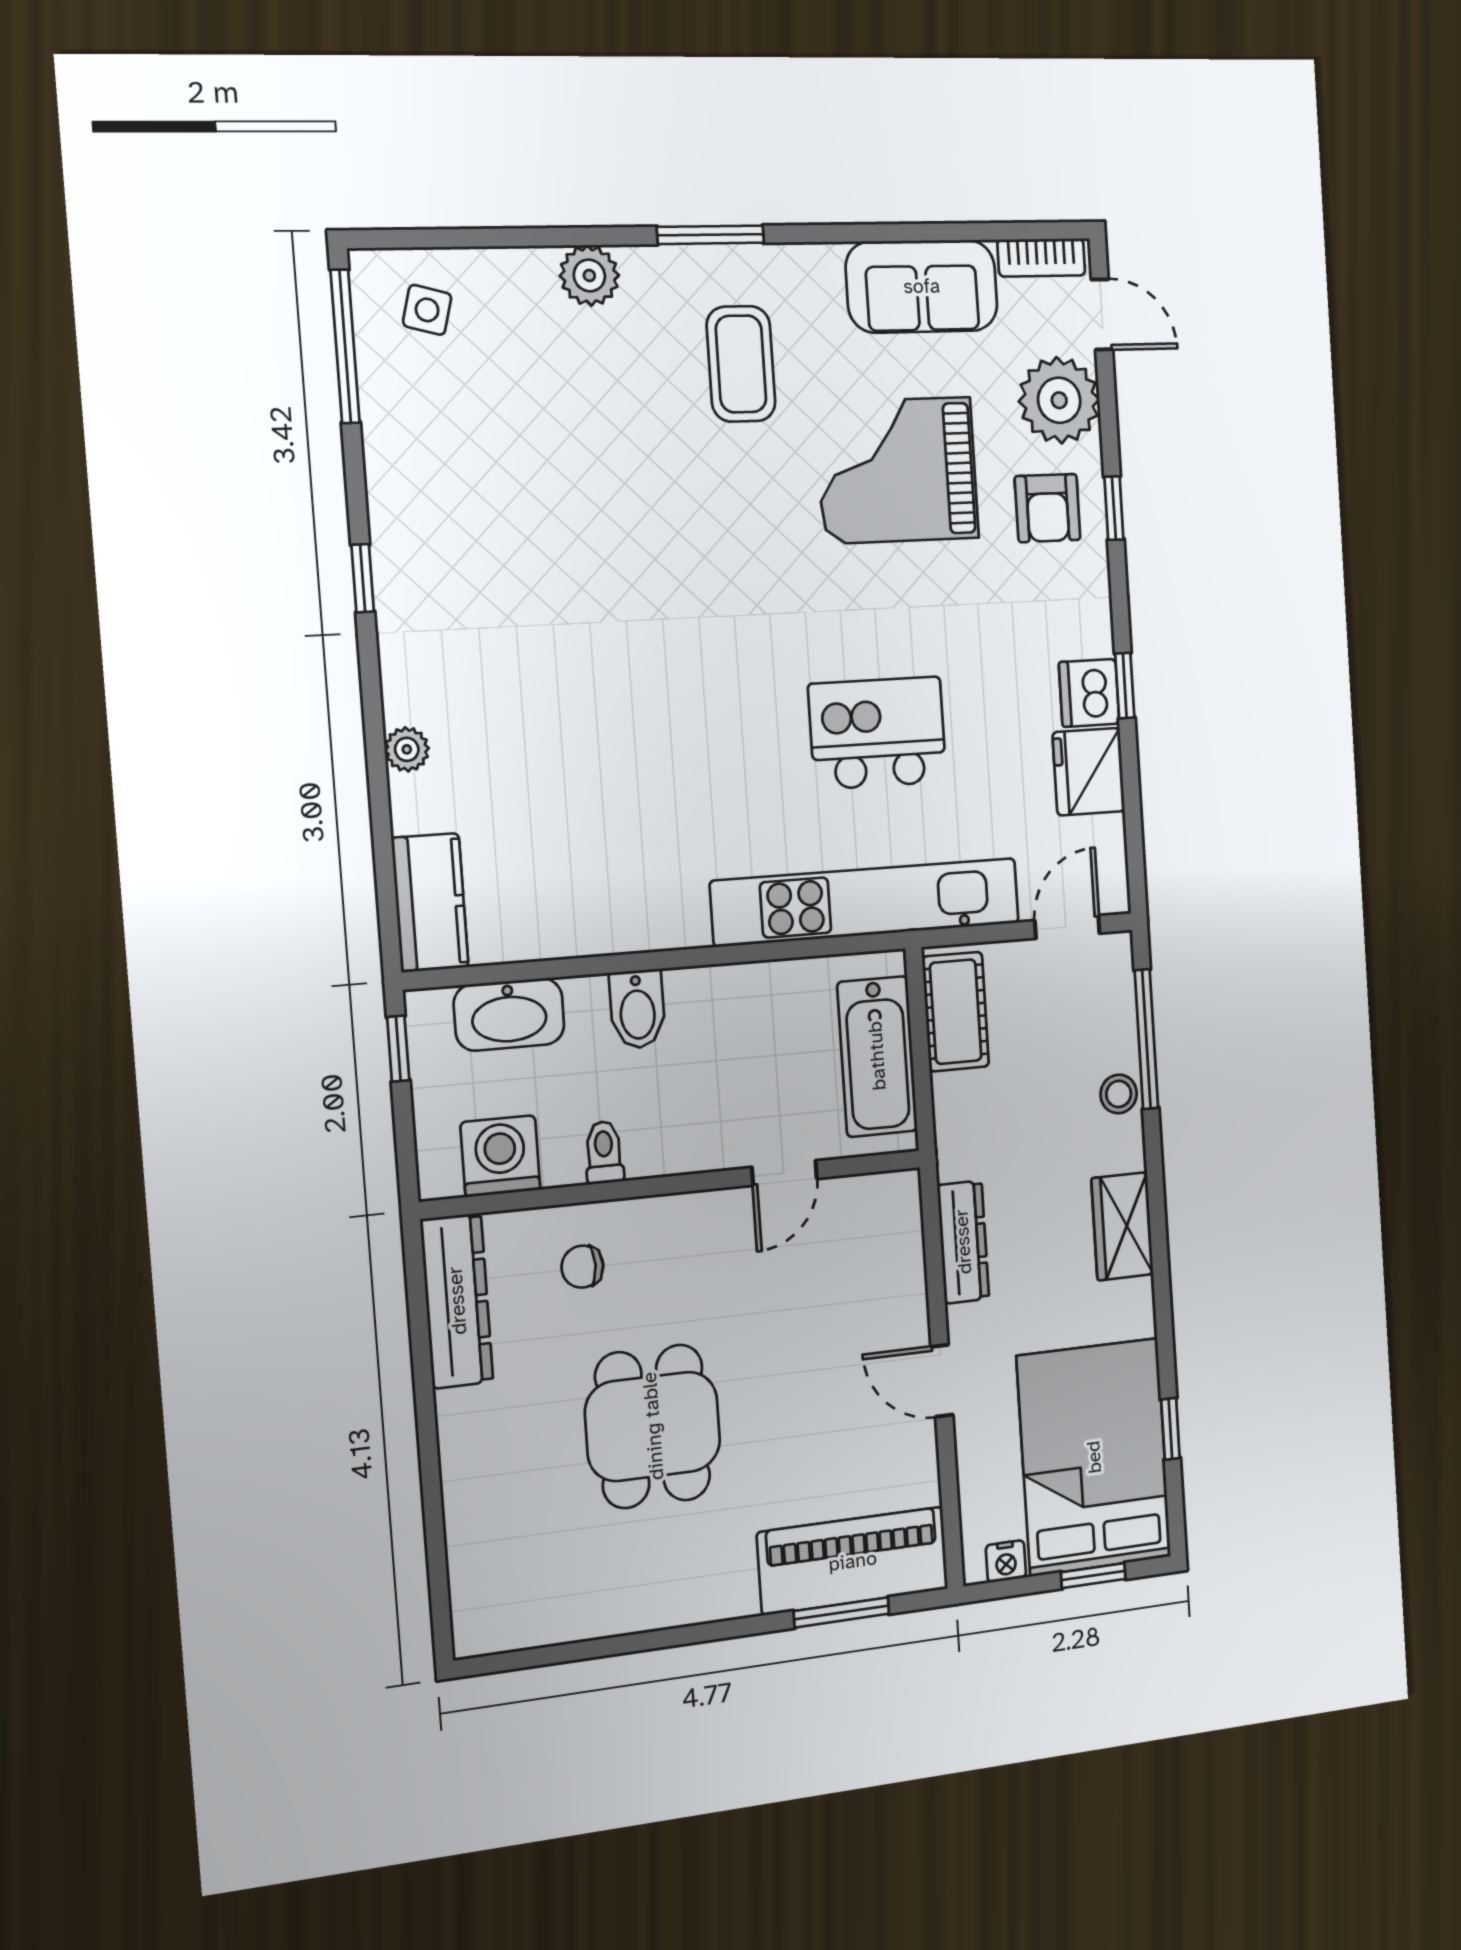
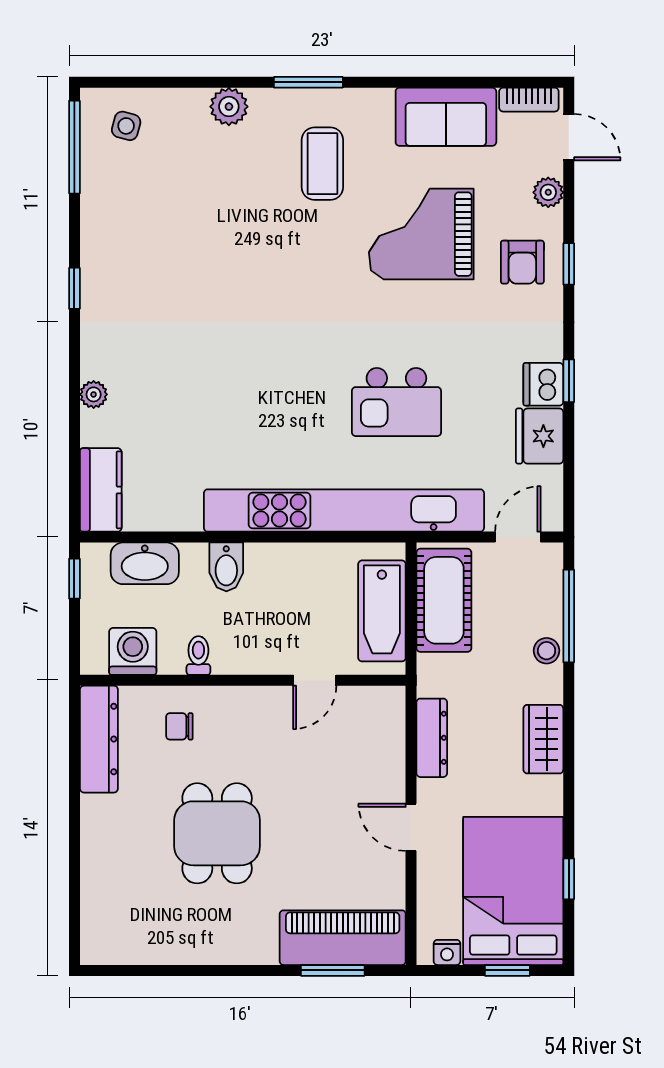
plant: (1059, 400) -> (548, 192), width x0.53, depth x0.53
kitchen island: (878, 733) -> (396, 402), turned 180
kitchen unit: (866, 902) -> (344, 510), width x1.36
cot: (956, 1012) -> (444, 600), width x1.37, depth x1.34

